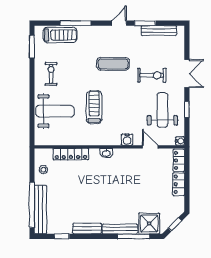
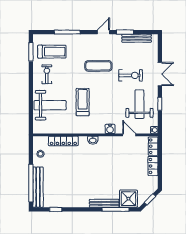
treadmill: (60, 35) -> (52, 52), moved
bench: (87, 229) -> (77, 203), removed

